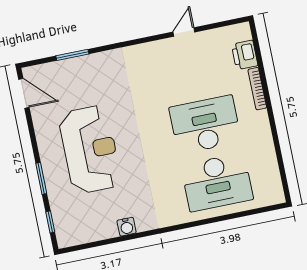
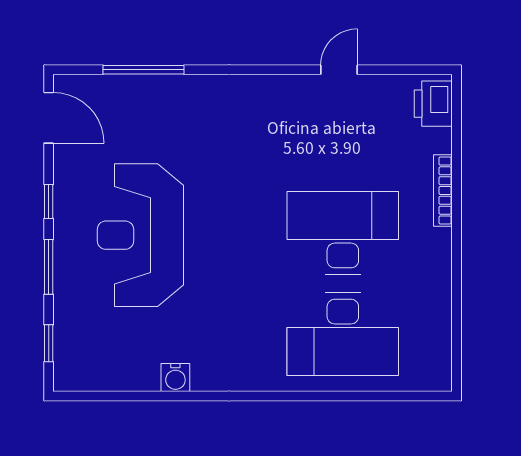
window: (72, 55) -> (144, 70), width x1.44
printer: (245, 55) -> (433, 104), moved
window: (34, 141) -> (49, 201), added
reception desk: (90, 150) -> (140, 235), turned 180

